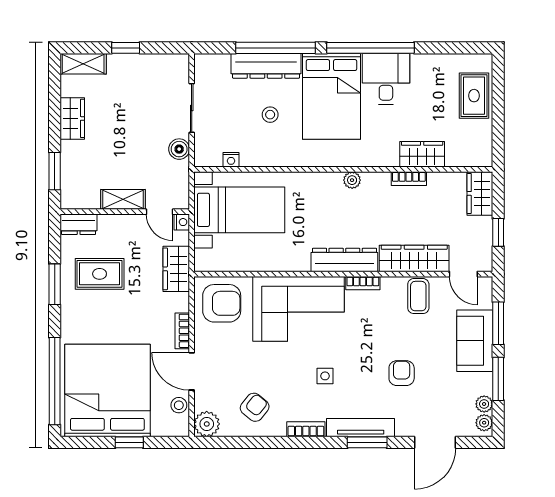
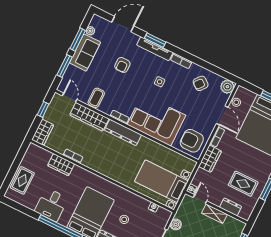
desk: (386, 79) -> (51, 205), moved
plant: (352, 180) -> (101, 169), removed
dresser: (79, 224) -> (231, 207), moved
wardrobe: (176, 269) -> (210, 159), moved
sofa: (475, 341) -> (85, 53), moved
plant: (484, 423) -> (95, 22), removed

